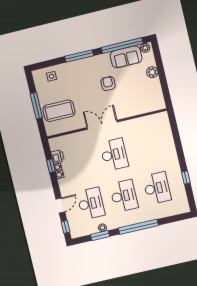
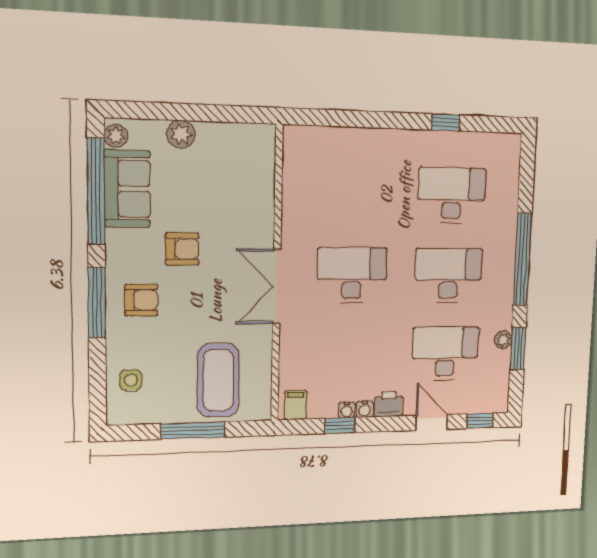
armchair: (84, 73) -> (141, 300), added
armchair: (108, 84) -> (182, 249), turned 180
filing cabinet: (55, 145) -> (296, 405), added
printer: (58, 157) -> (389, 404), moved

